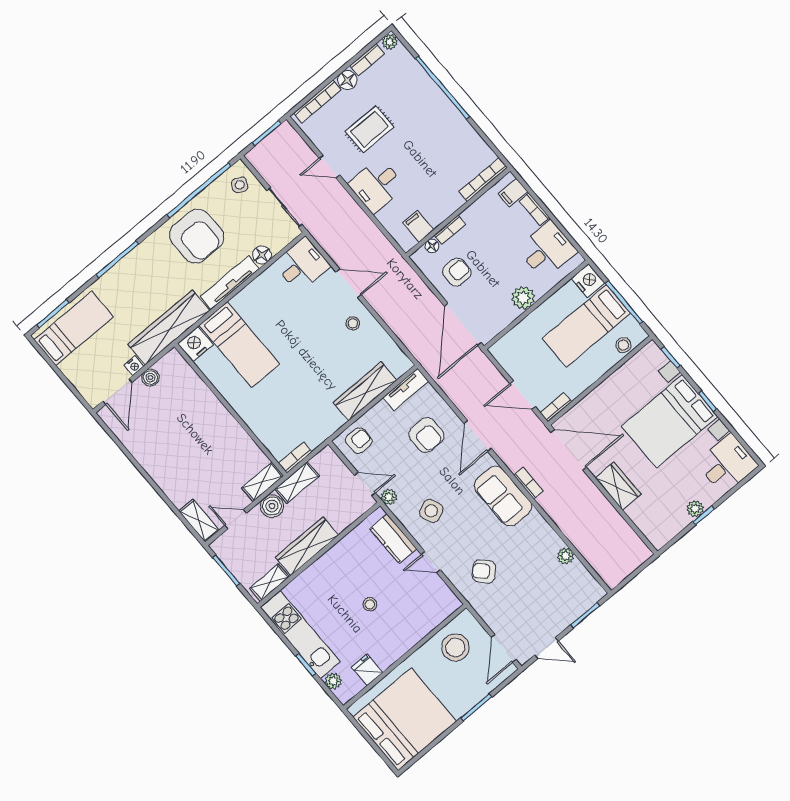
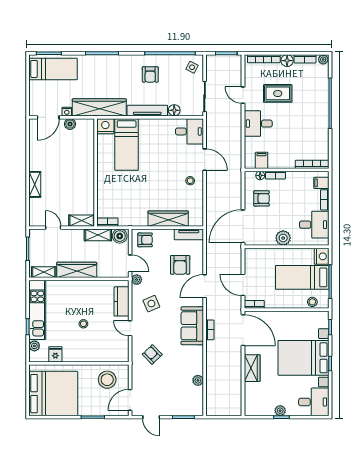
armchair: (197, 236) -> (150, 74), width x0.53, depth x0.53
boiler: (272, 506) -> (120, 236), moved
shelving: (199, 521) -> (35, 184), moved

